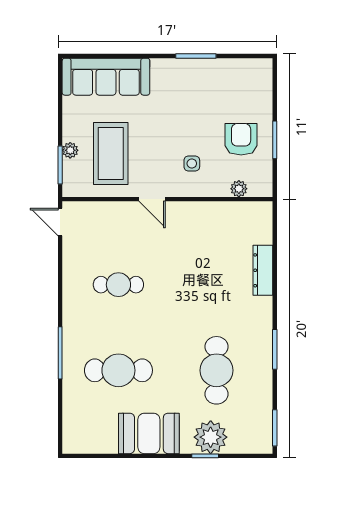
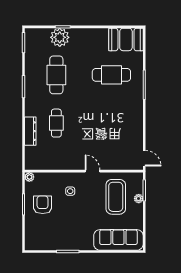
armchair: (241, 139) -> (43, 205), turned 180
plant: (239, 189) -> (29, 177), moved
cafe table: (118, 285) -> (56, 123), moved, turned 90
booth: (149, 433) -> (126, 39), moved

